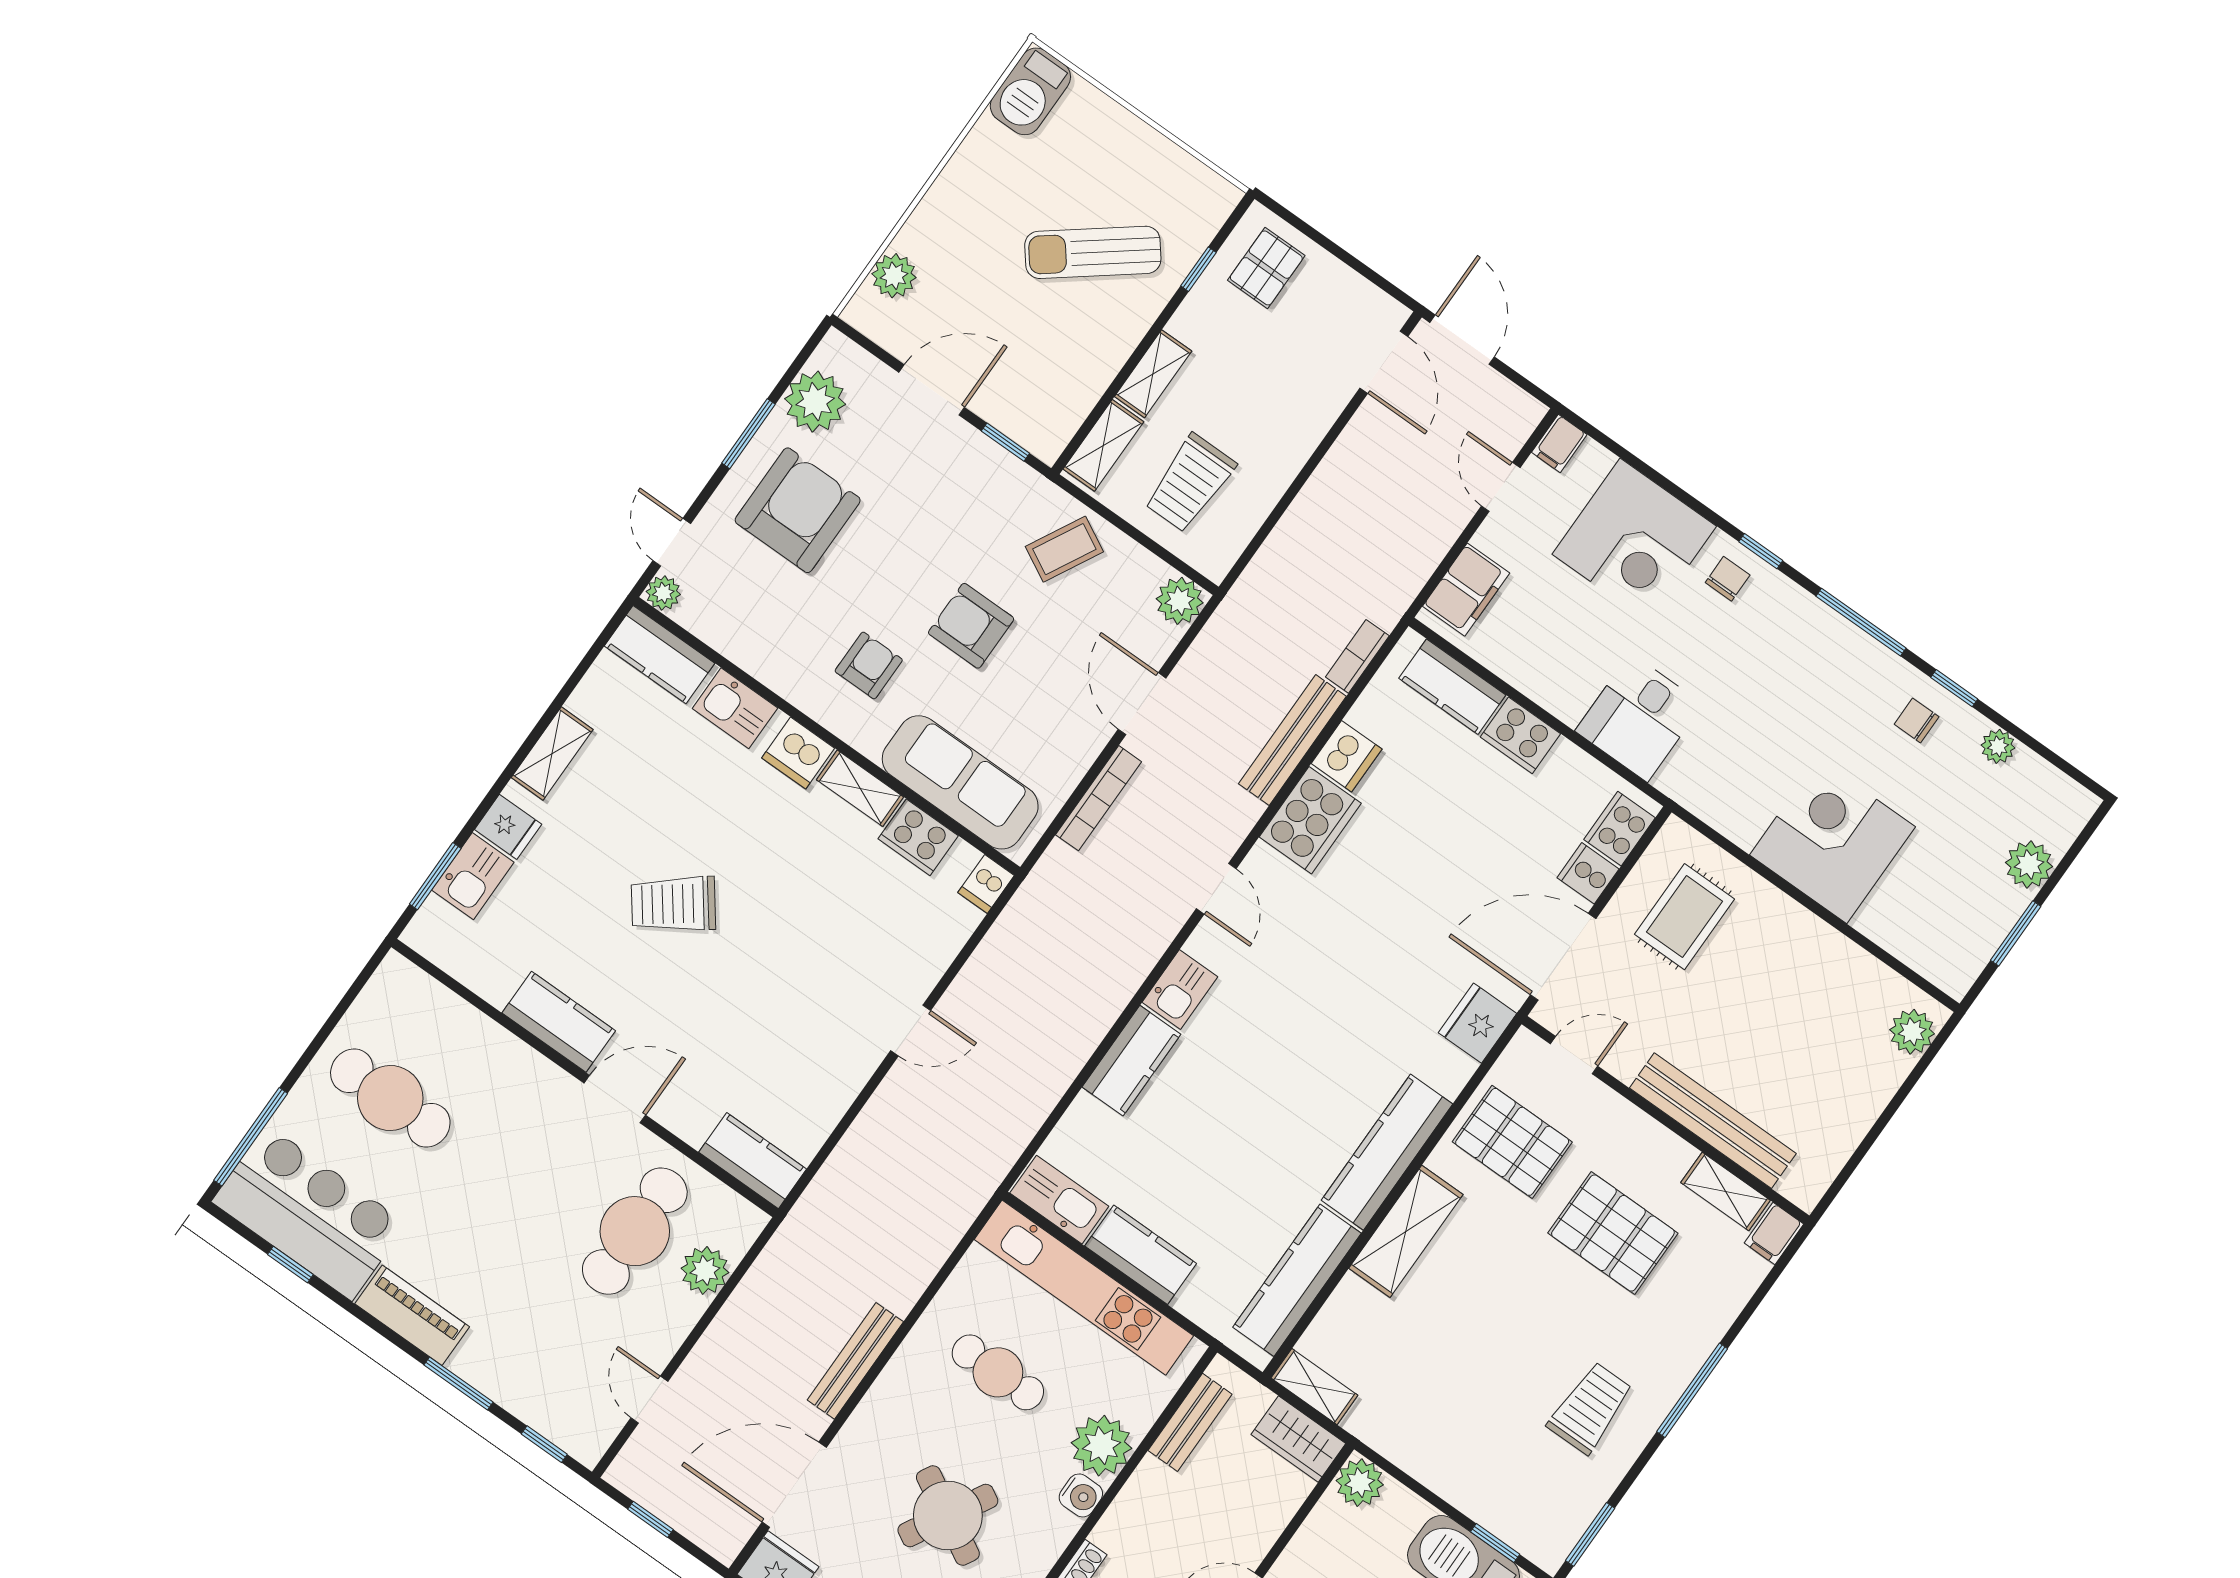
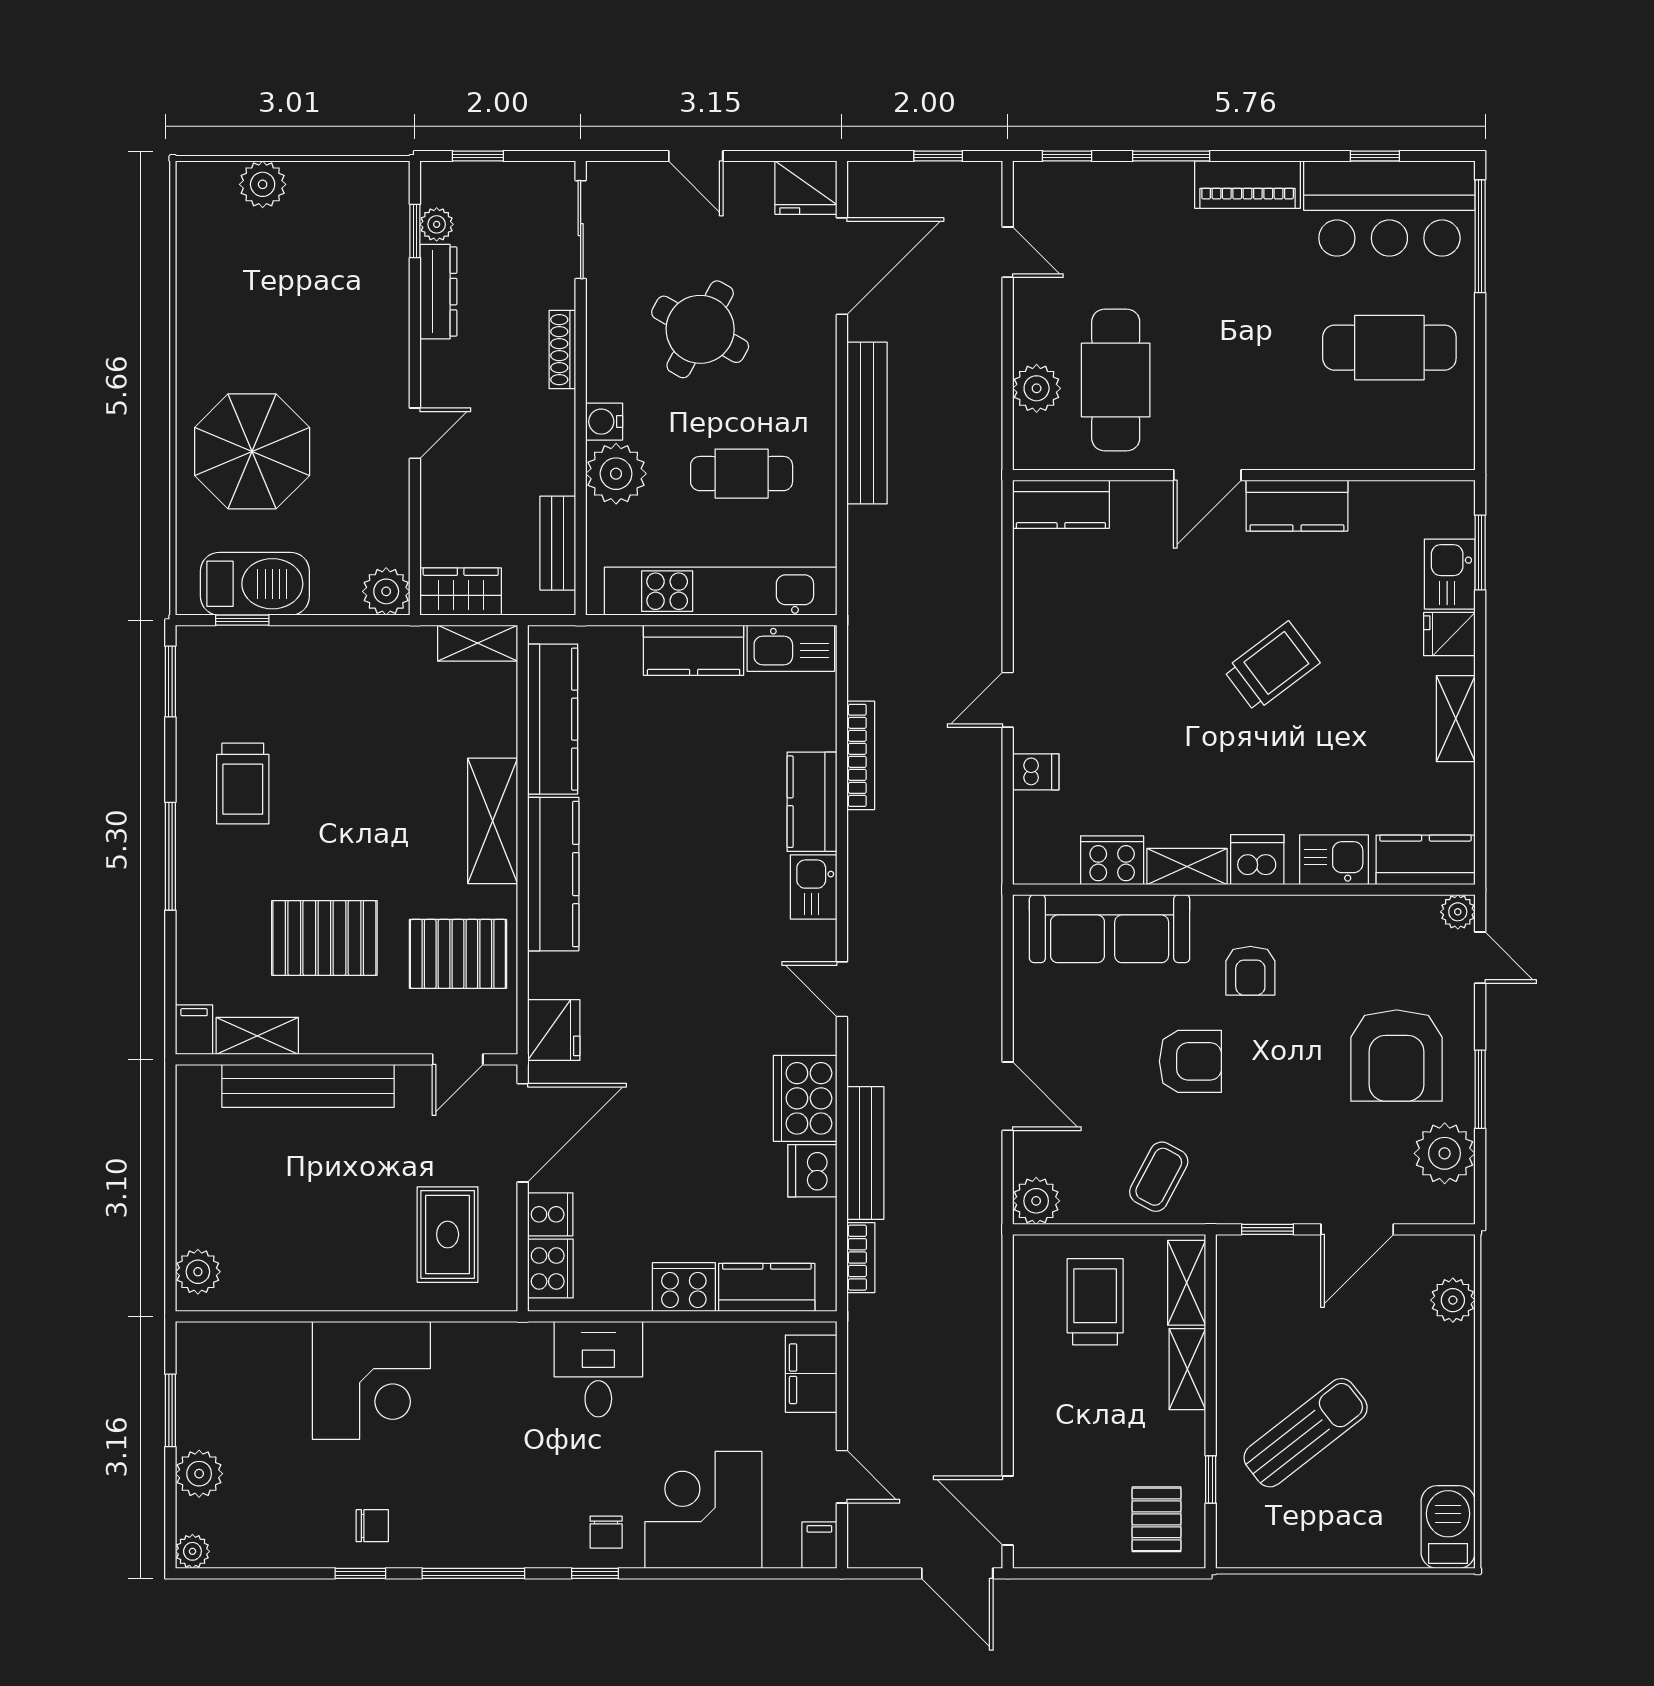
plant: (1998, 746) -> (192, 1551), moved
bookcase: (1099, 798) -> (861, 755), moved, turned 180
dishwasher: (986, 884) -> (1036, 772), moved, turned 90
bench: (855, 1361) -> (867, 423), width x1.37, depth x1.21

